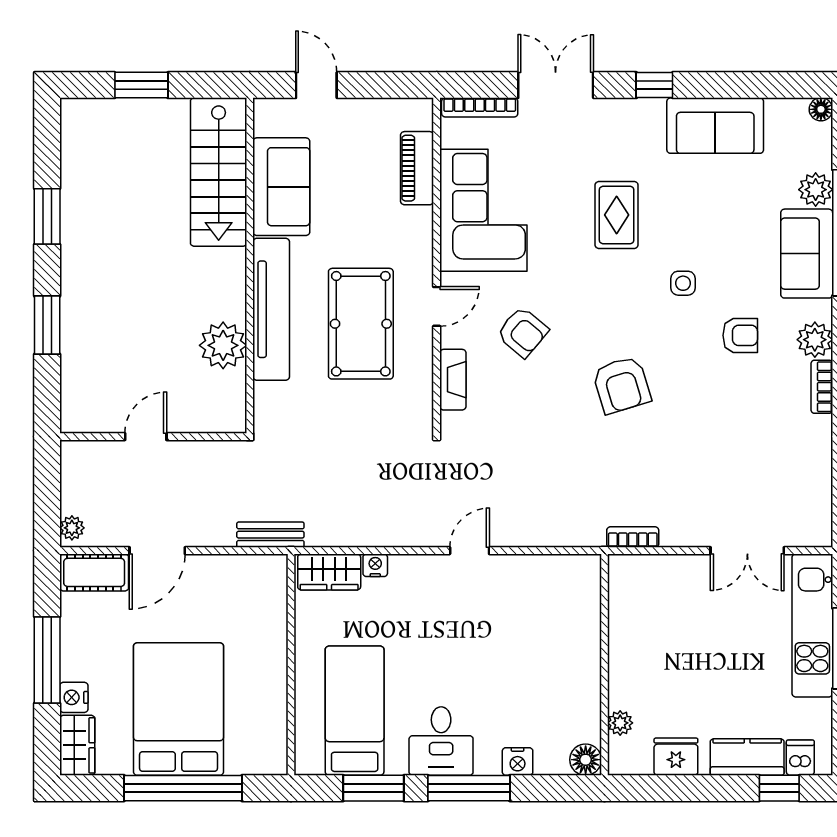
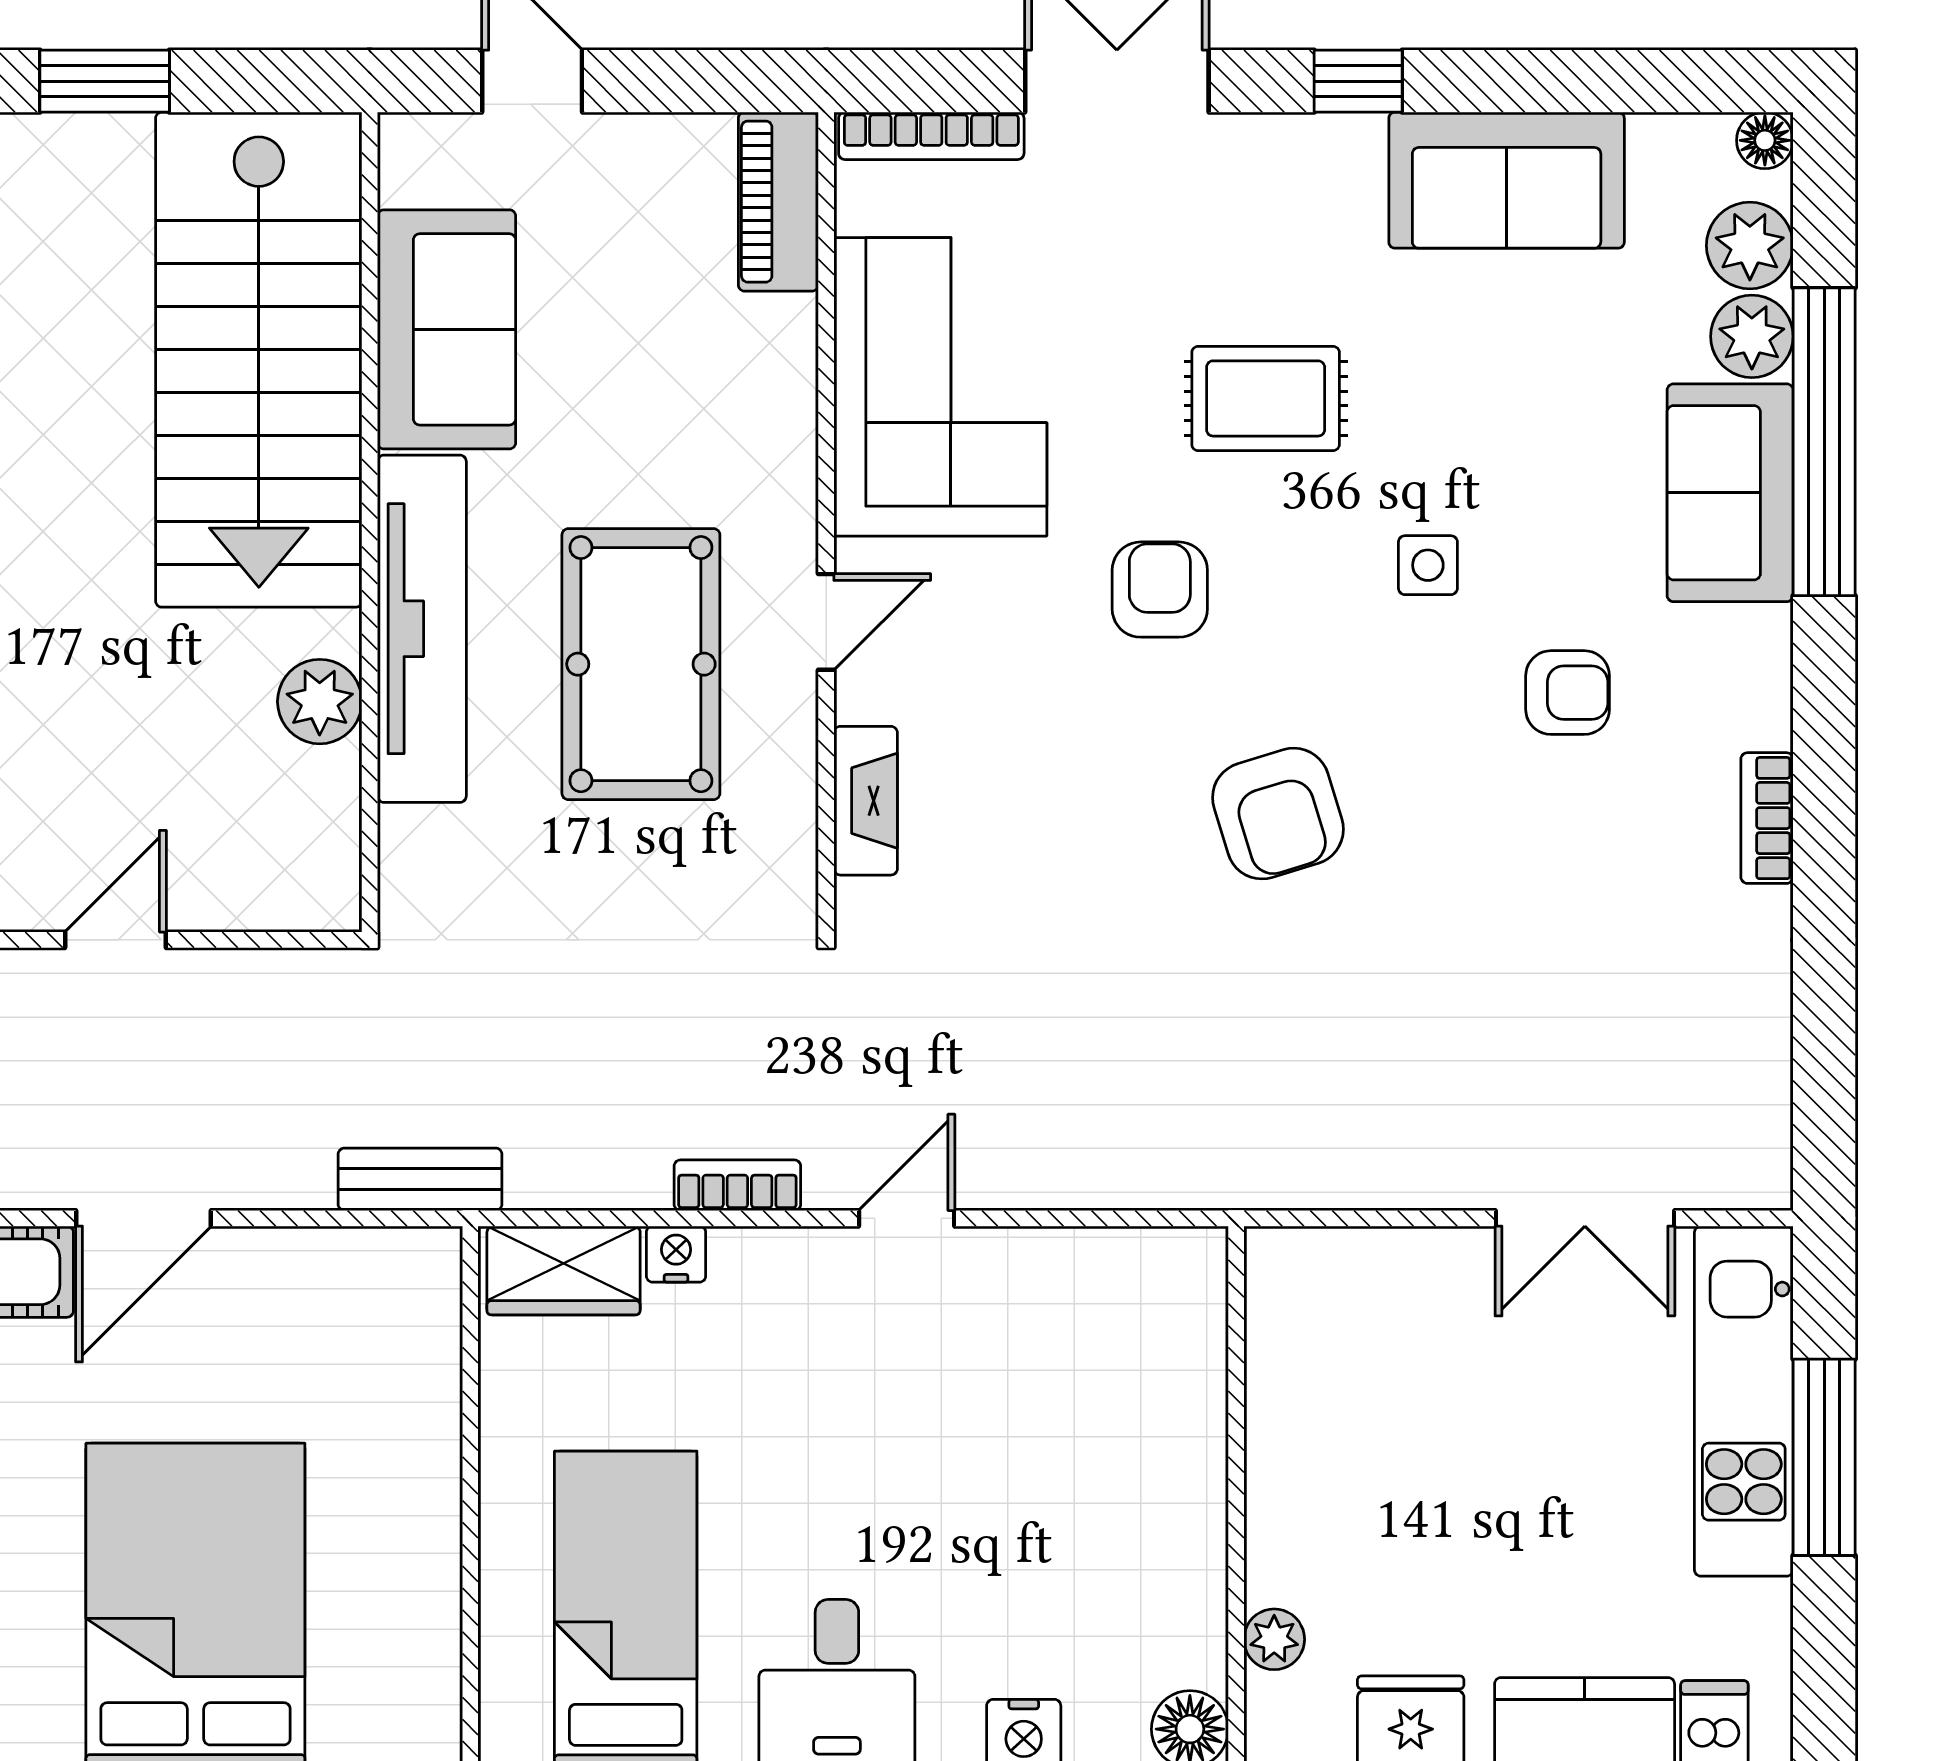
piano: (417, 168) -> (778, 202), moved
stairs: (219, 172) -> (259, 360), width x1.36, depth x1.51
rug: (617, 215) -> (1266, 398), turned 90
armchair: (523, 332) -> (1160, 590), moved, turned -130
plant: (815, 340) -> (1750, 246), moved
plant: (223, 345) -> (320, 702), width x0.73, depth x0.73
bookcase: (633, 537) -> (737, 1185), moved

